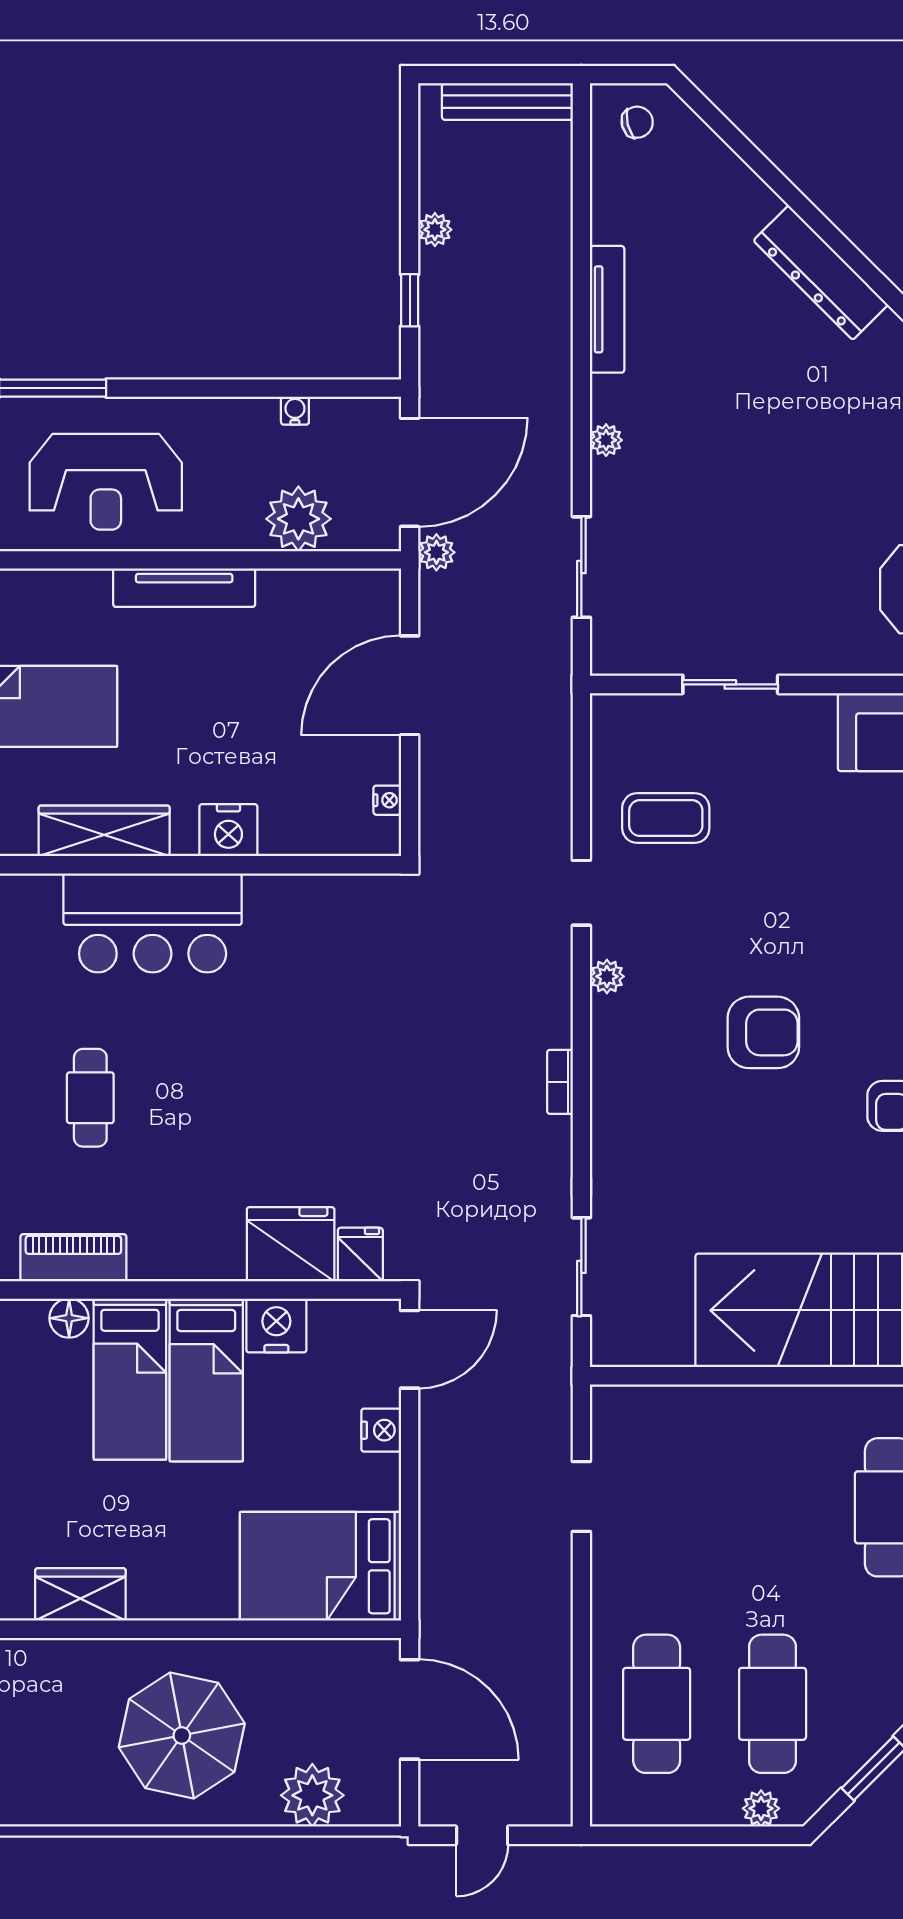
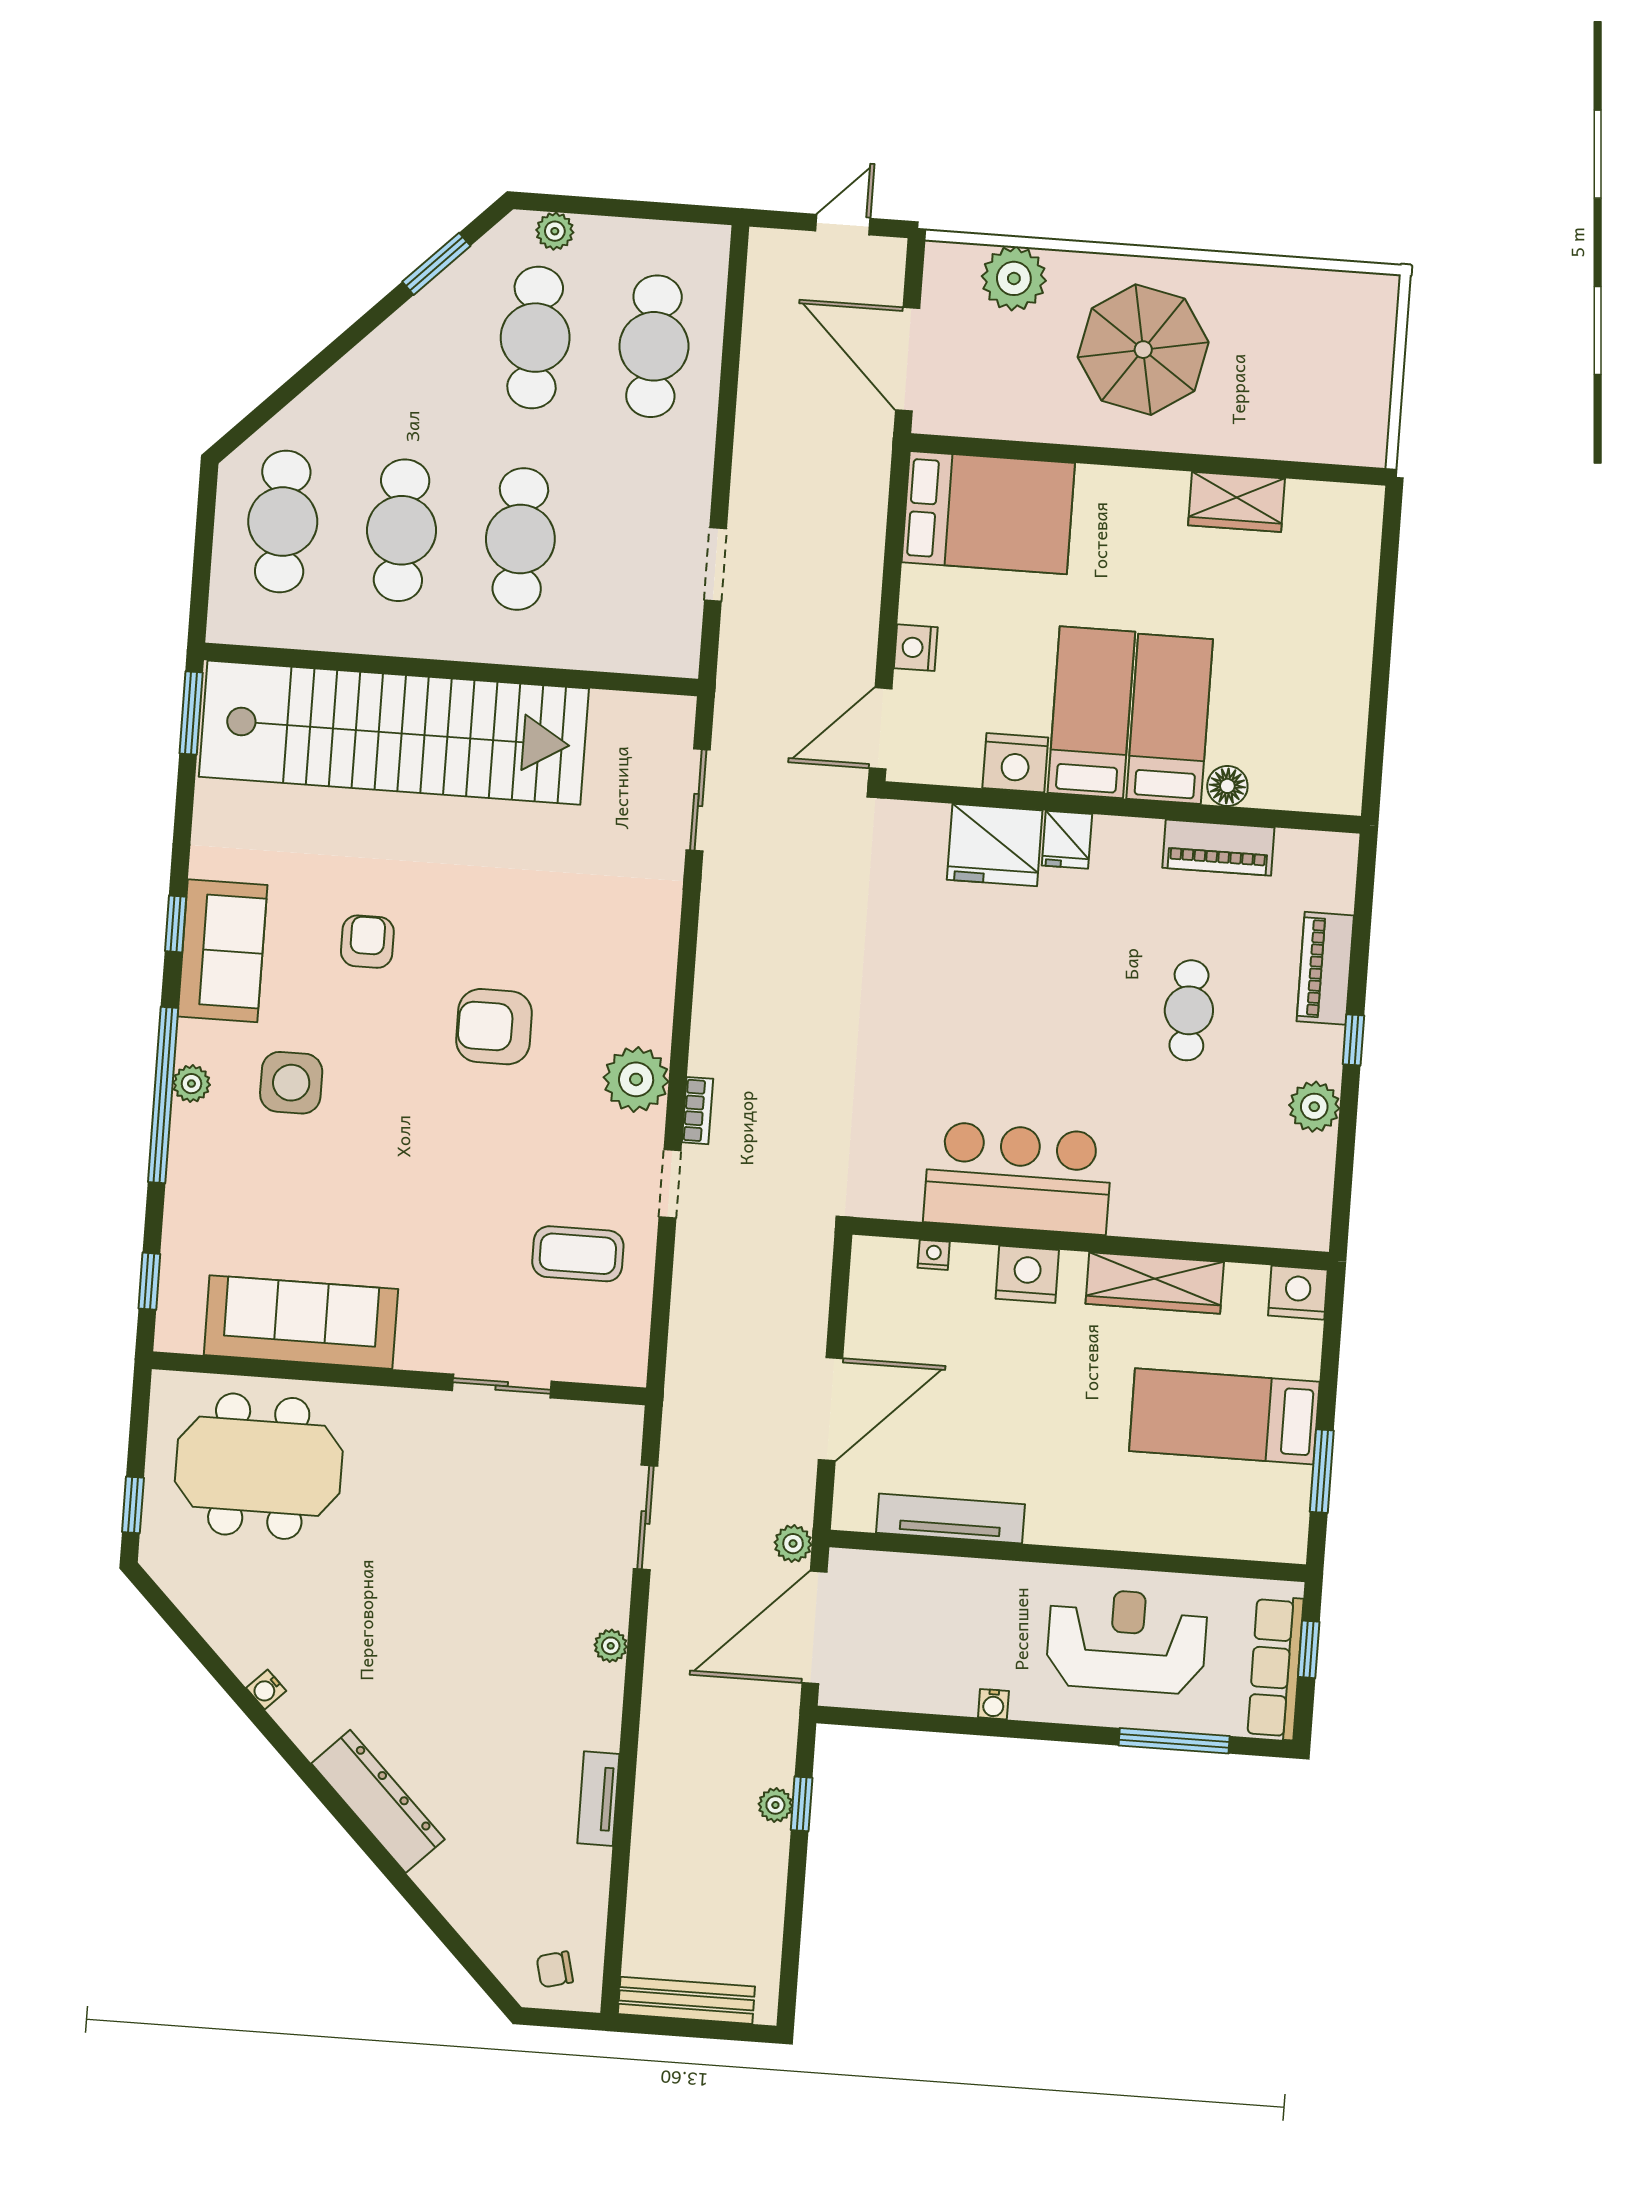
plant: (435, 230) -> (775, 1805), moved
tv unit: (607, 309) -> (598, 1799), width x0.71
water cooler: (295, 411) -> (993, 1704), moved
plant: (298, 519) -> (932, 1588), removed
tv unit: (184, 588) -> (950, 1519), moved
nightstand: (387, 800) -> (934, 1255), moved, turned 90
bar counter: (153, 923) -> (1018, 1178), moved
plant: (607, 976) -> (636, 1079), width x1.88, depth x1.88
bookcase: (560, 1082) -> (697, 1111), moved
fridge: (360, 1255) -> (1067, 840), moved
cafe table: (773, 1507) -> (520, 539), added

